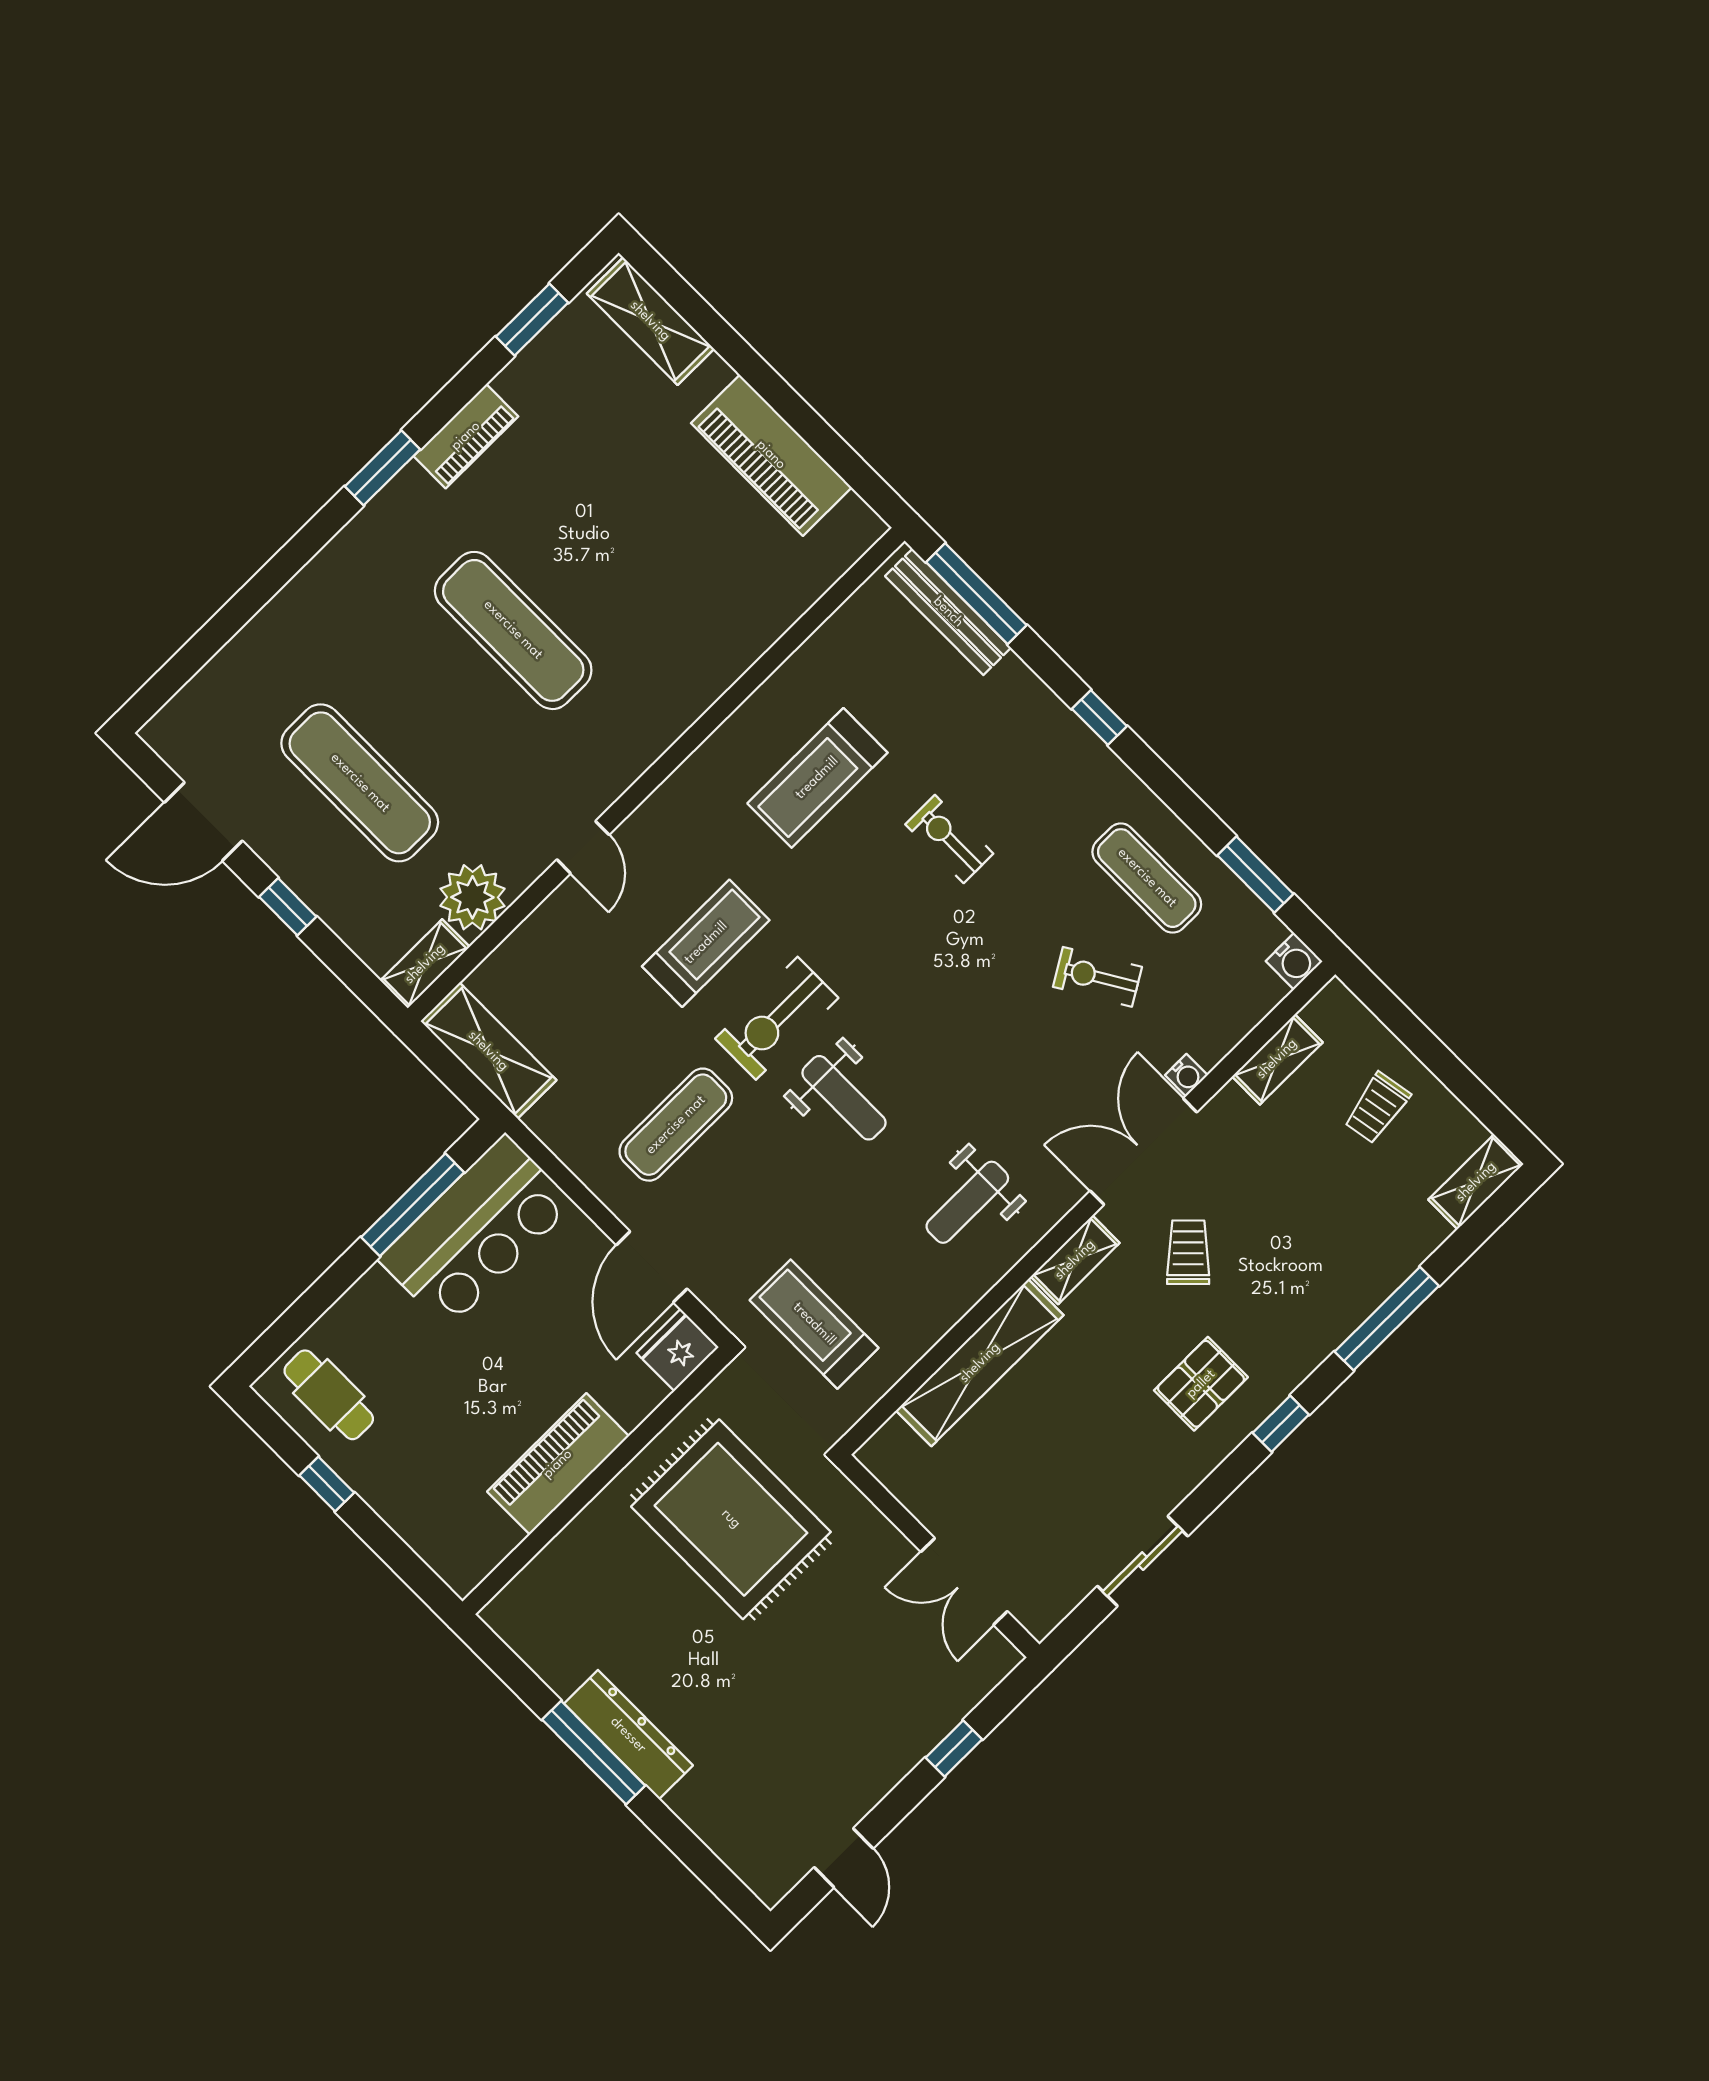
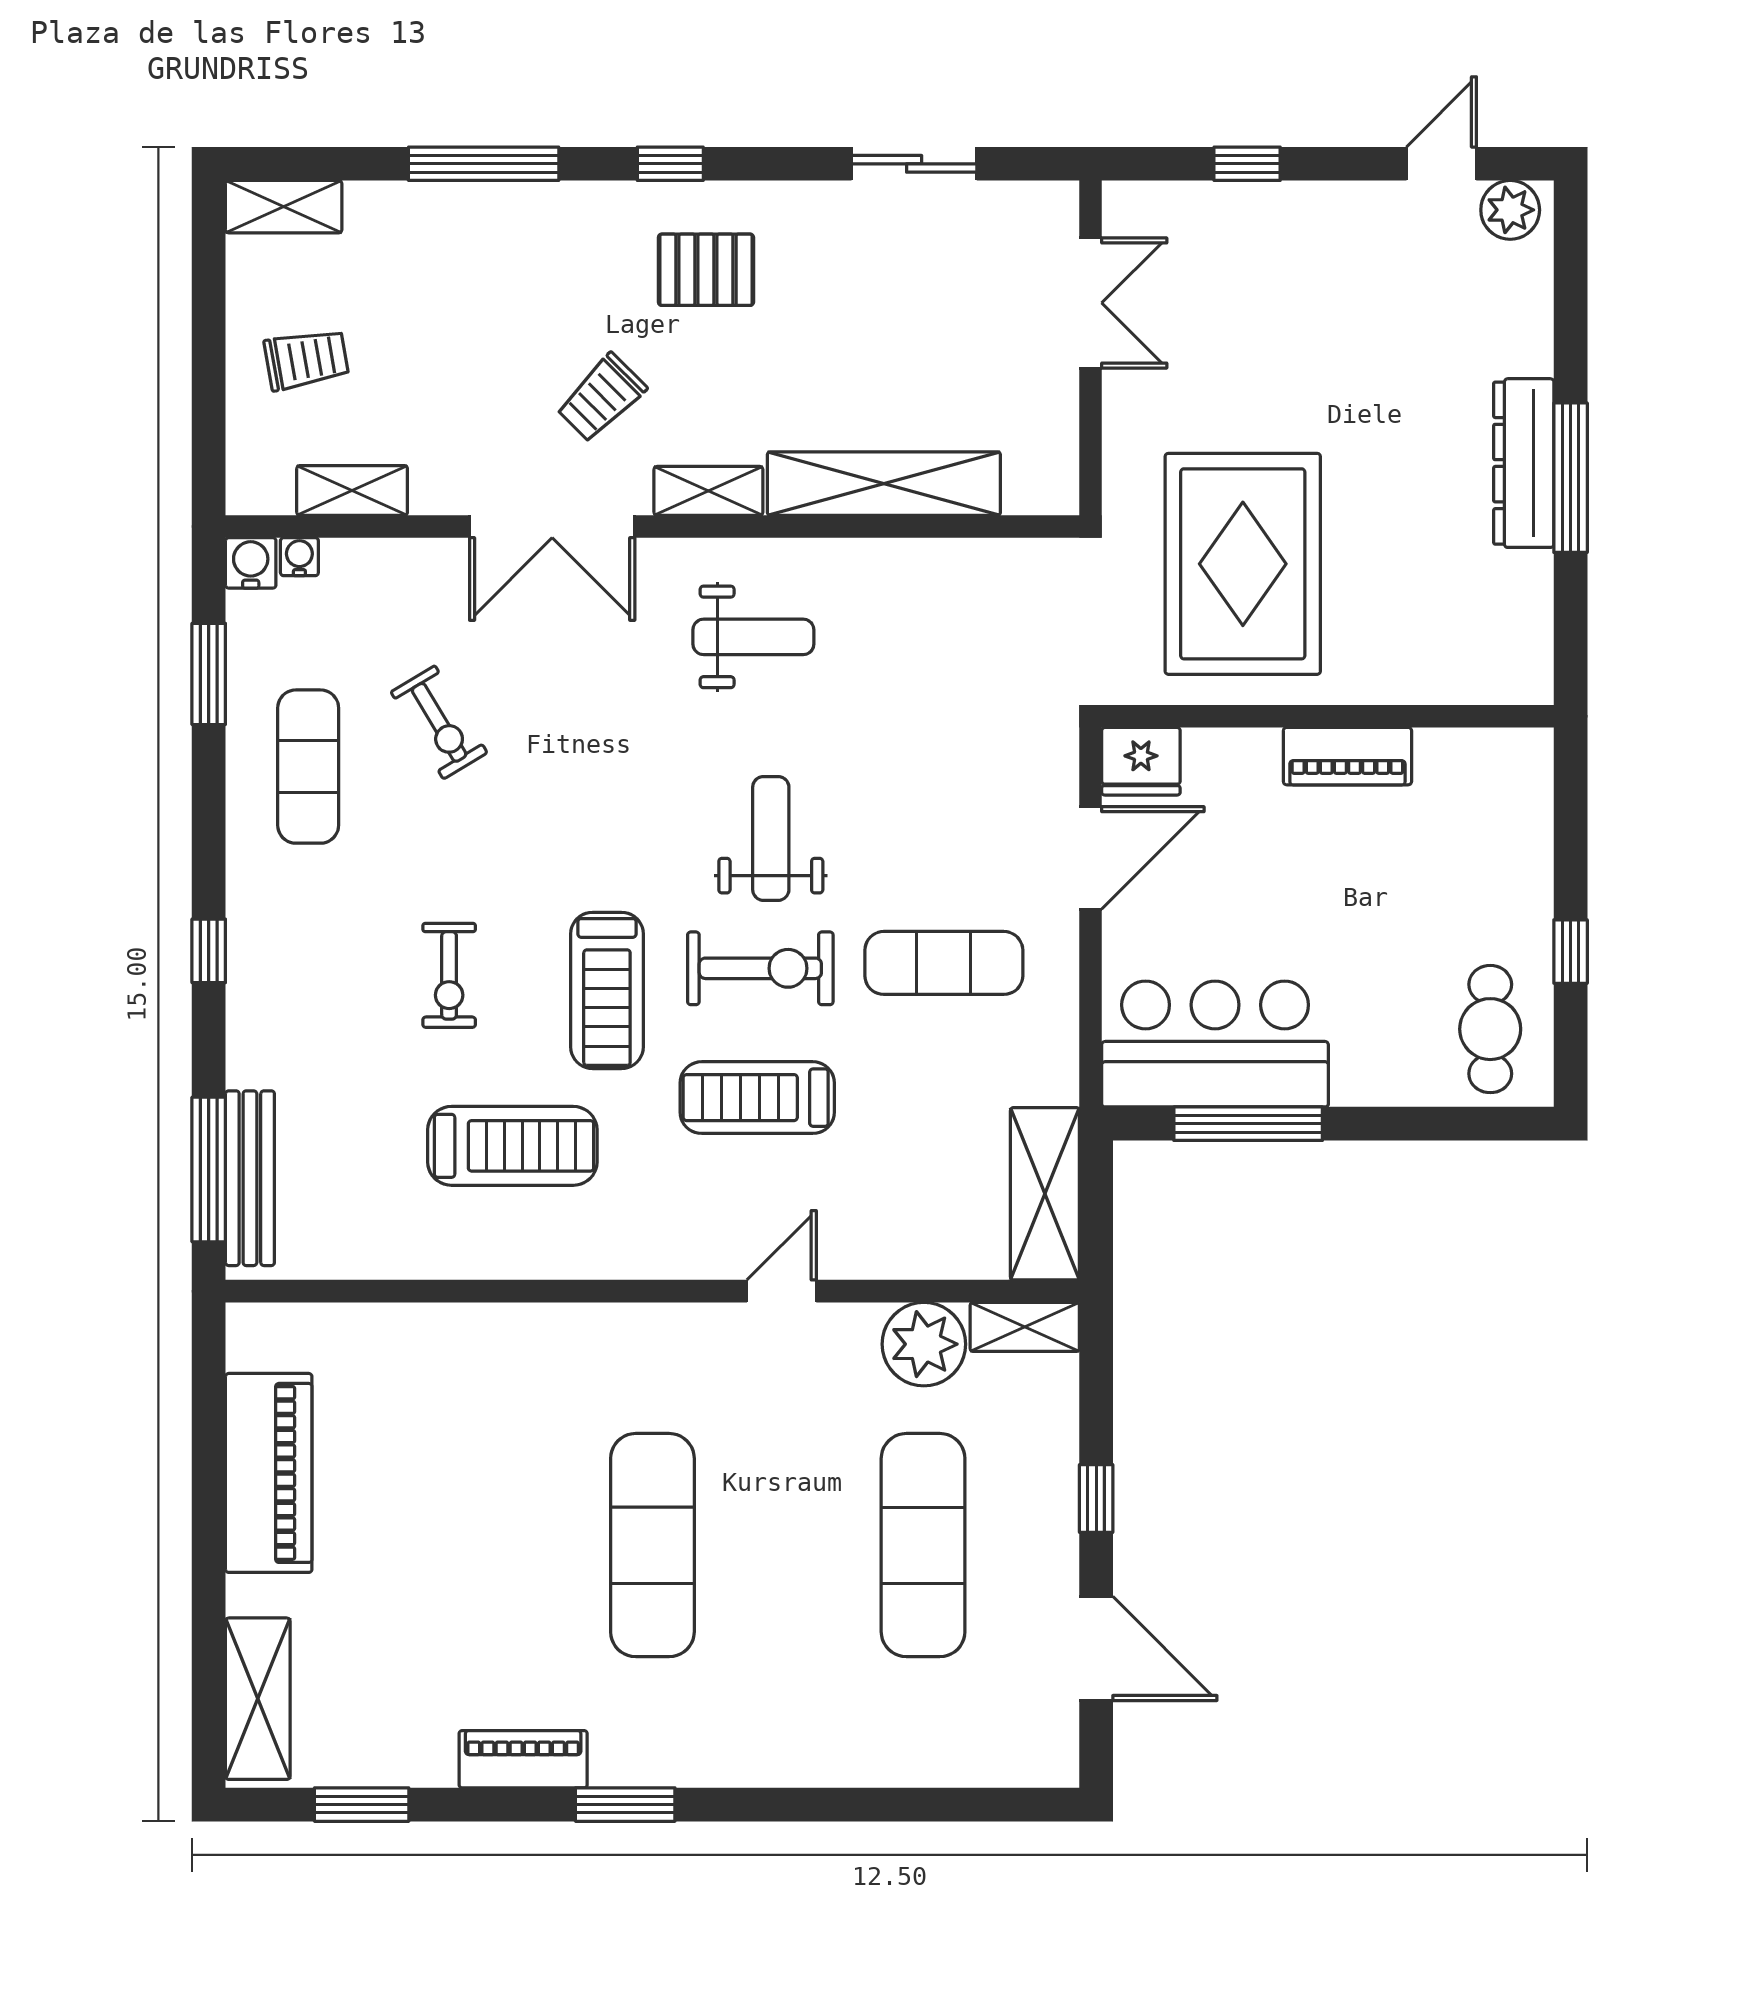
water cooler: (1186, 1075) -> (299, 557), moved
treadmill: (814, 1324) -> (607, 990), moved
piano: (558, 1464) -> (1347, 756), width x0.73, depth x0.75
plant: (779, 1871) -> (1510, 210), added

